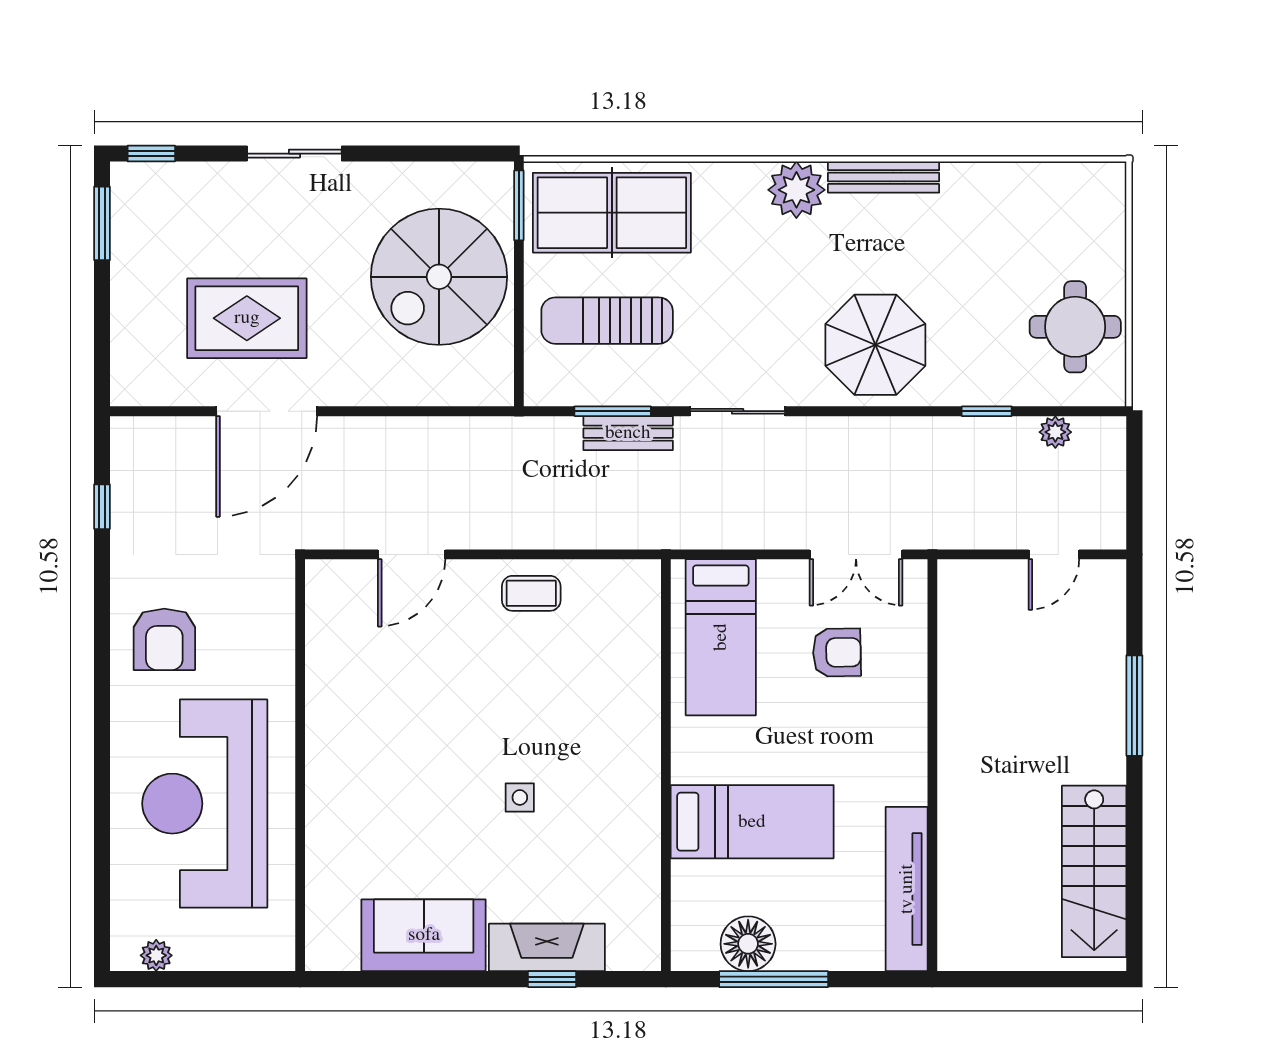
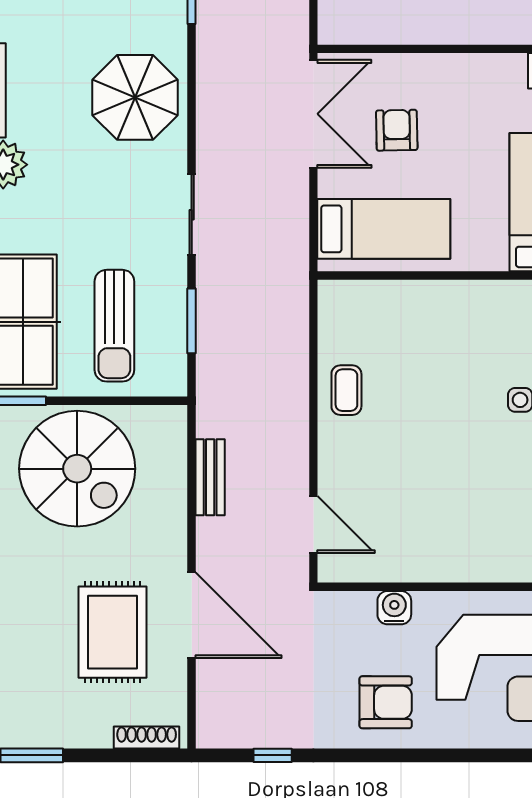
shoe rack: (123, 358) -> (147, 737), added
bench: (628, 433) -> (210, 477), moved
door: (412, 554) -> (313, 525), moved
double door: (856, 554) -> (313, 114), width x1.37
water cooler: (276, 650) -> (394, 608), added

